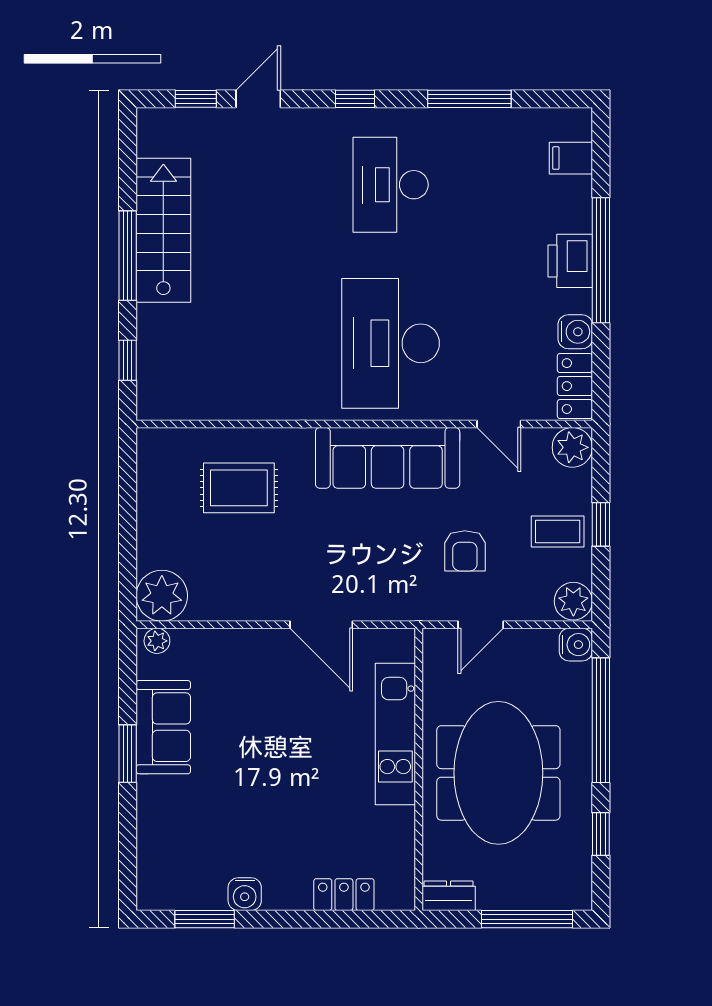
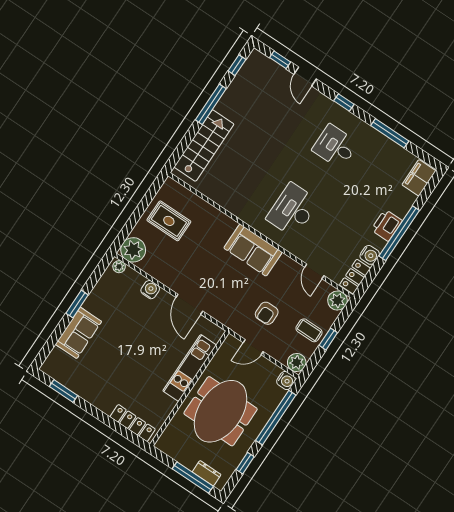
door: (258, 99) -> (305, 77), swing flipped
filing cabinet: (571, 158) -> (419, 178), width x2.00
desk: (391, 185) -> (335, 146), width x0.73
stairs: (163, 230) -> (204, 146), moved
desk: (391, 343) -> (293, 210), width x0.73, depth x0.77
window: (128, 360) -> (237, 65), moved
sofa: (388, 458) -> (253, 250), width x0.73
rug: (239, 488) -> (169, 221), moved
sofa: (163, 727) -> (78, 333), moved
water cooler: (245, 894) -> (150, 290), moved, turned 180
locker: (344, 895) -> (133, 423), width x1.53
dresser: (449, 896) -> (207, 473), moved

